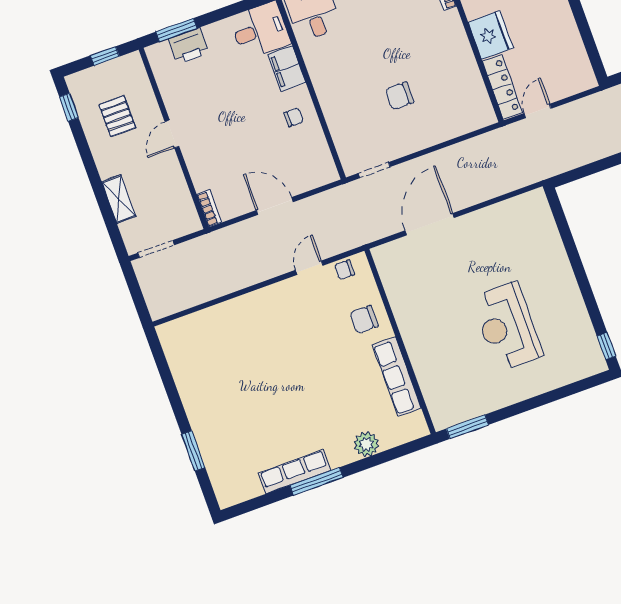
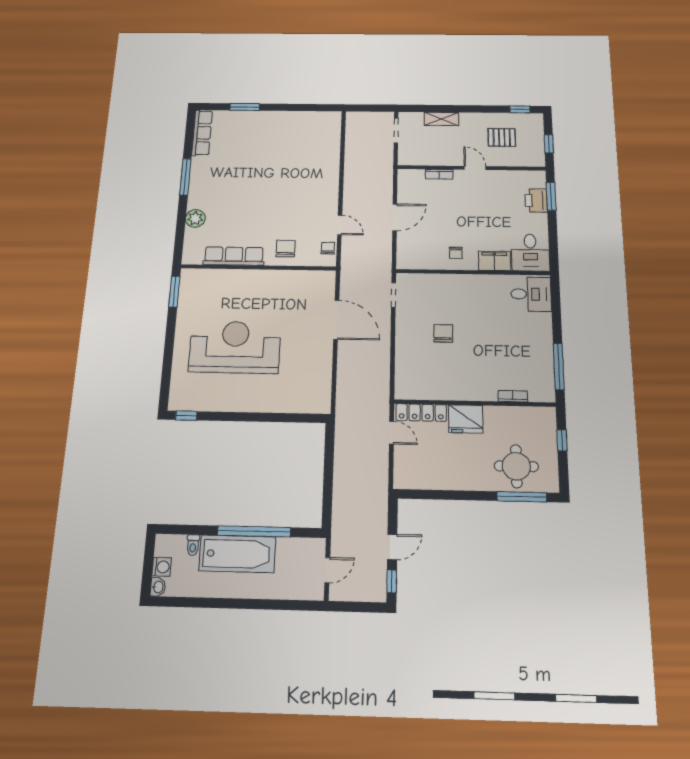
bookcase: (209, 208) -> (439, 174), moved
reception desk: (507, 327) -> (235, 347), width x1.36, depth x1.30
row of seats: (294, 472) -> (202, 133), moved

